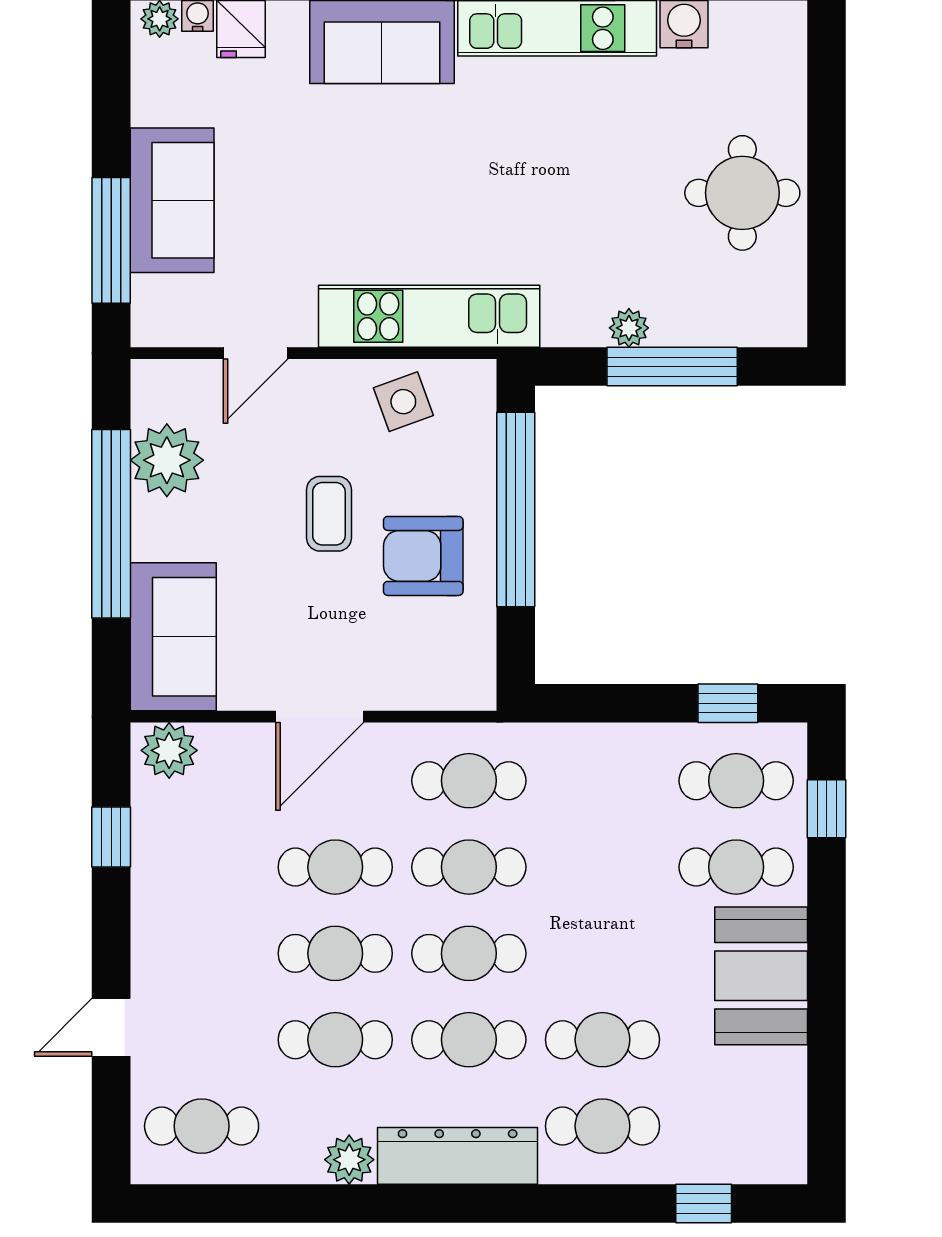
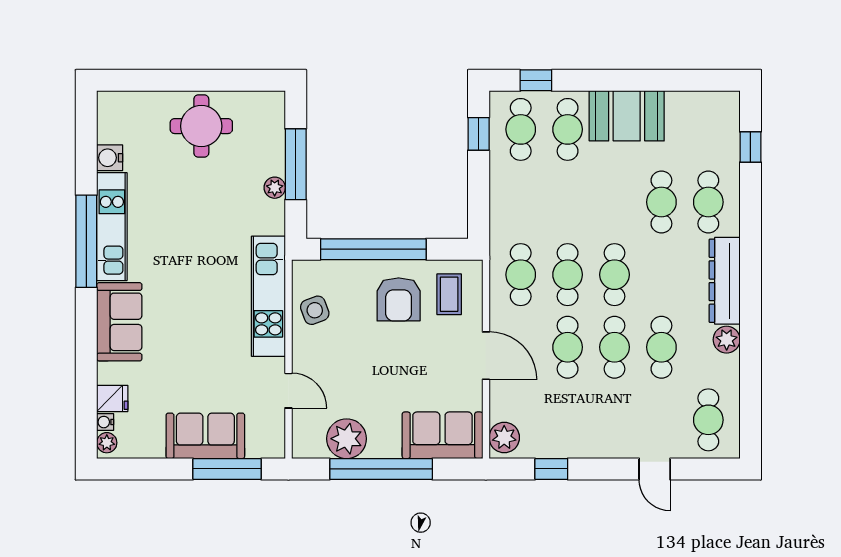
coffee table: (329, 514) -> (449, 294), moved, turned 90
cafe table: (469, 1040) -> (661, 275), removed

